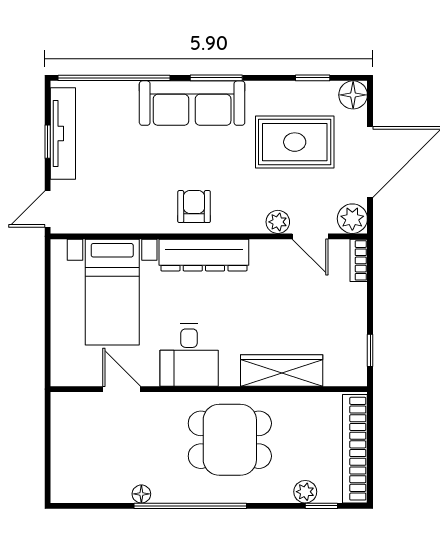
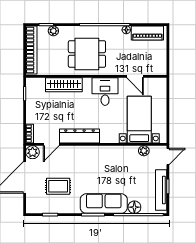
floor lamp: (353, 95) -> (134, 207), moved
rug: (295, 142) -> (58, 186), width x0.73, depth x0.70
armchair: (194, 207) -> (103, 158), removed
plant: (278, 222) -> (144, 151), moved
door: (310, 236) -> (51, 144), swing flipped
dresser: (204, 255) -> (80, 136), moved
piano: (94, 487) -> (147, 33), added

